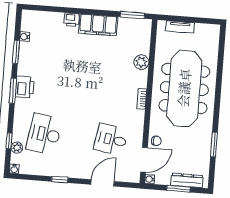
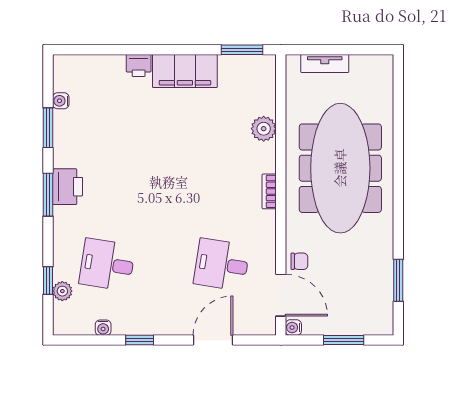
desk: (44, 134) -> (107, 265), width x0.73
window: (214, 144) -> (398, 280), moved
door: (144, 160) -> (281, 295), hinge flipped
water cooler: (14, 169) -> (103, 328), moved
dresser: (187, 180) -> (357, 325), removed

